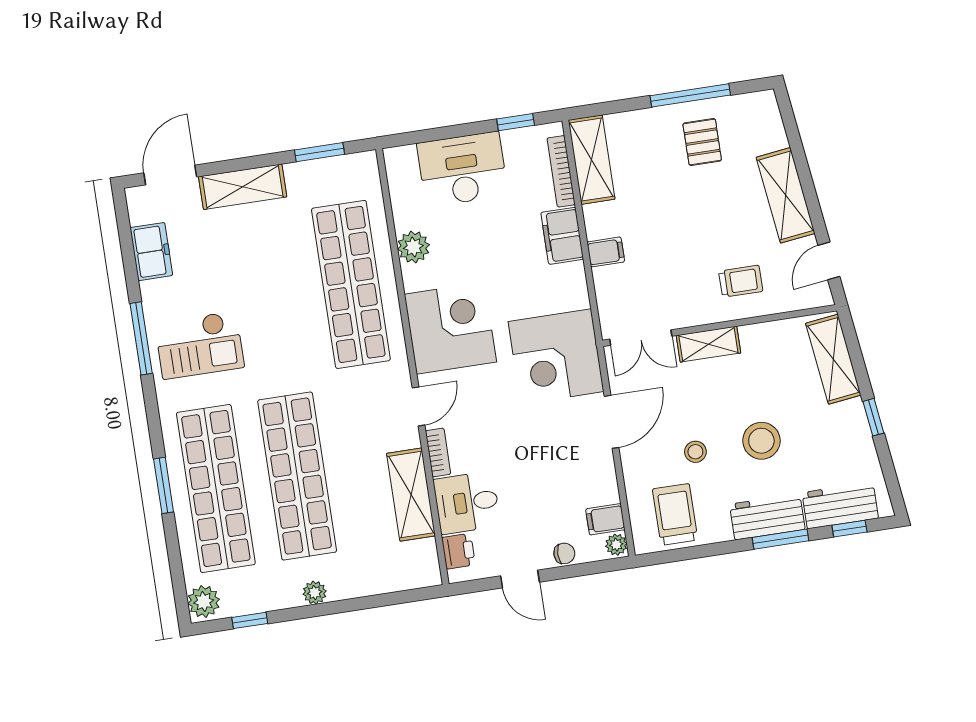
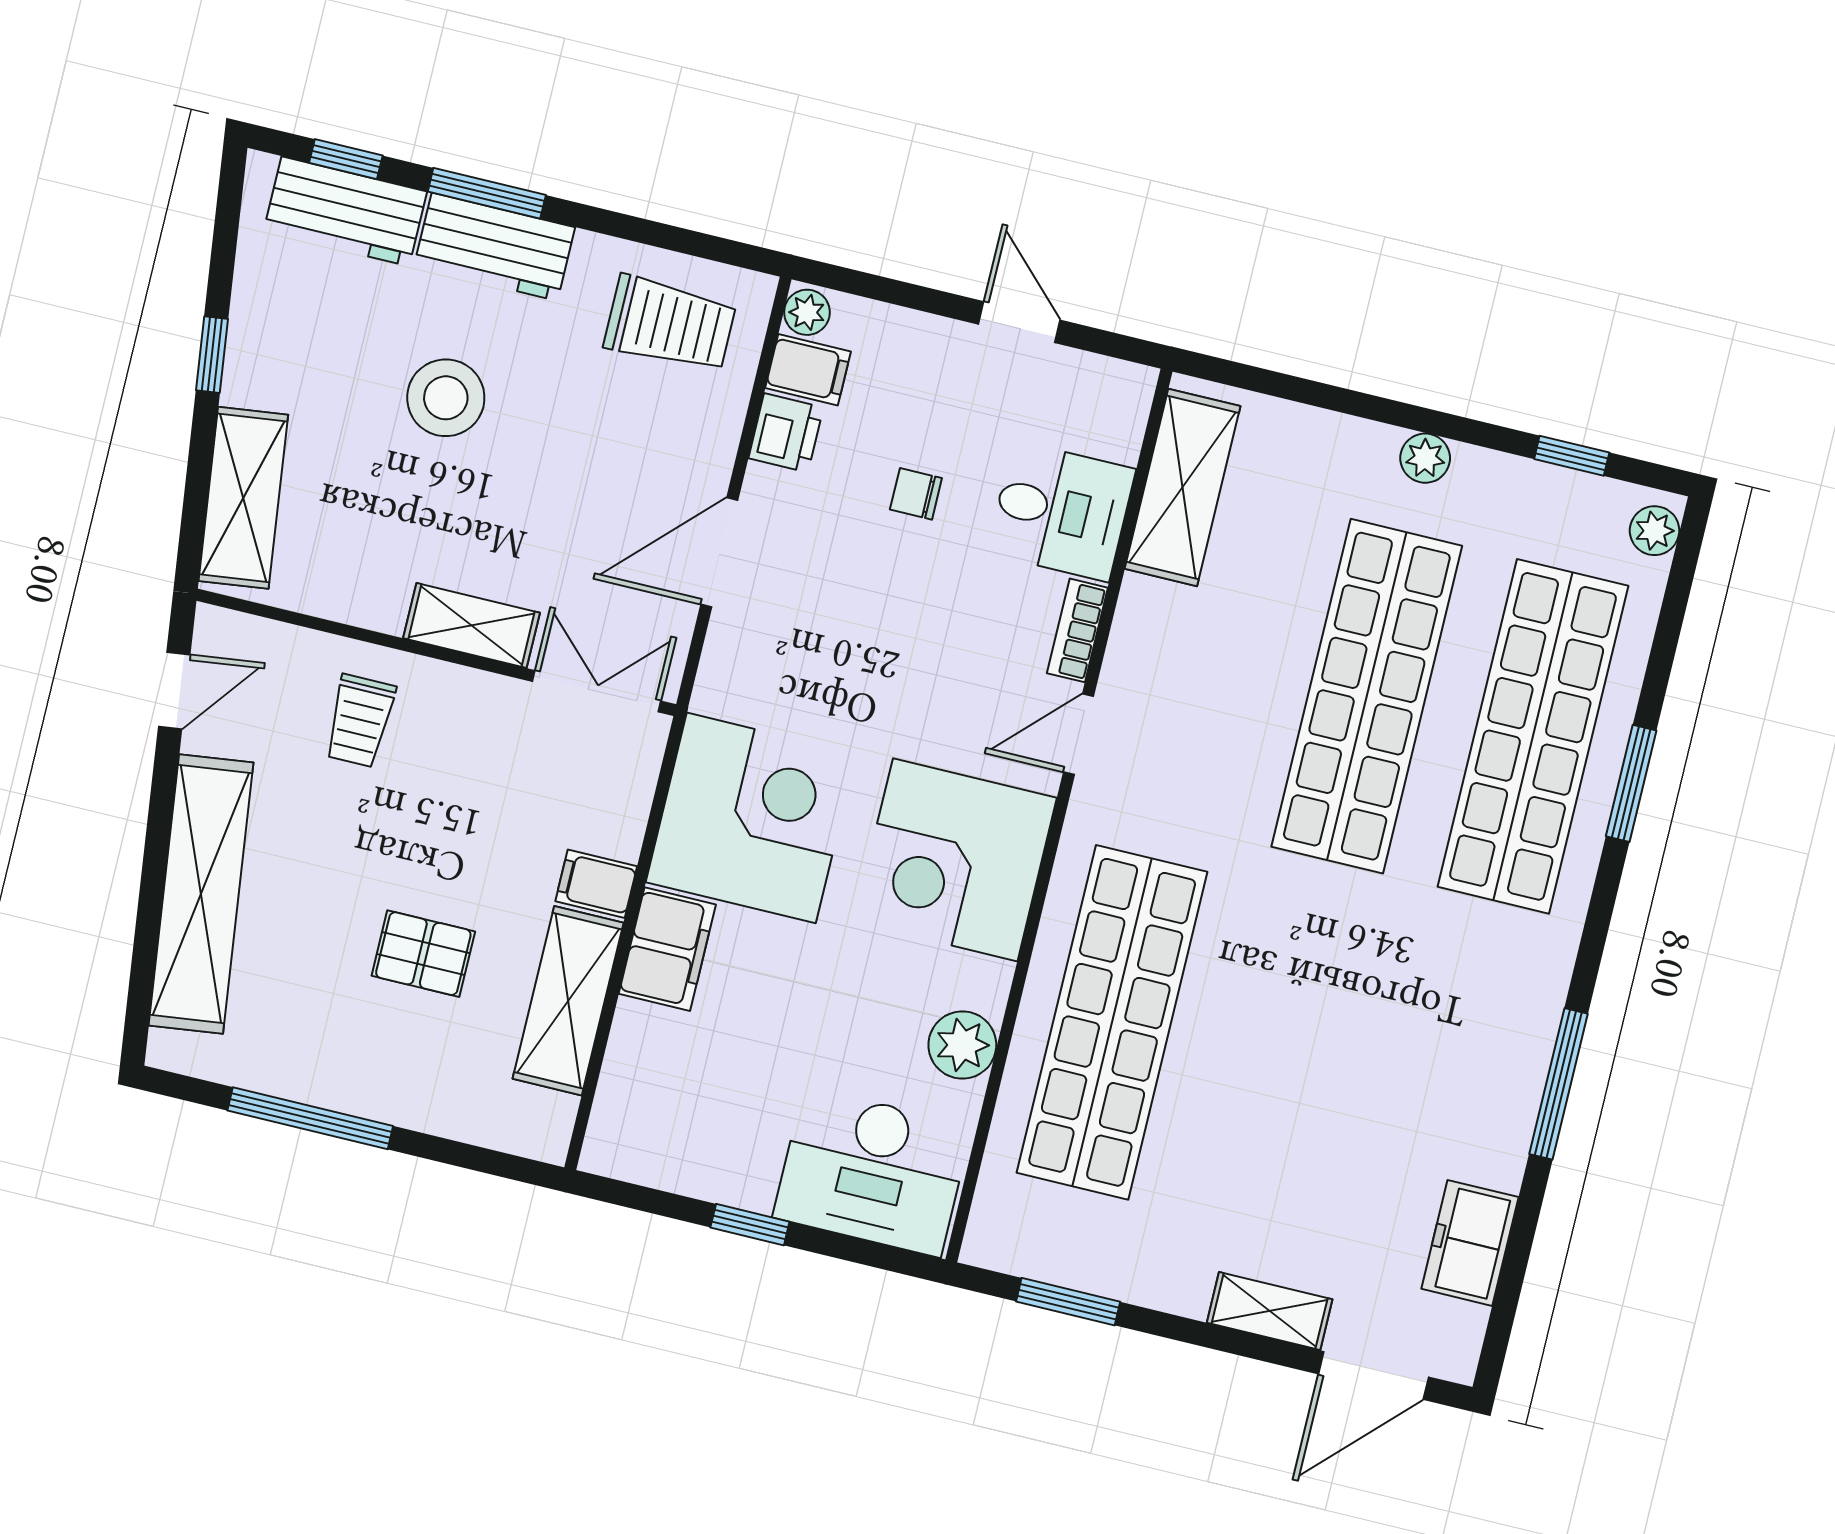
window: (516, 122) -> (750, 1225), moved
pallet: (702, 142) -> (423, 954), moved, turned 90
shelving: (592, 160) -> (568, 1001), moved
desk: (462, 169) -> (872, 1172), moved
bookcase: (561, 171) -> (619, 1074), removed
shelving: (243, 187) -> (1270, 1311), width x0.67, depth x0.75
shelving: (786, 195) -> (201, 894), width x1.47
trolley: (741, 281) -> (360, 721), turned -90
checkout: (199, 345) -> (1451, 1025), removed
corner desk: (556, 356) -> (751, 818), moved
stool: (695, 452) -> (581, 429), removed
shelving: (411, 495) -> (1183, 487), moved
trolley: (675, 514) -> (670, 324), turned -90
printer: (458, 551) -> (786, 433), moved, turned 180
chair: (564, 553) -> (916, 494), moved
plant: (204, 602) -> (1655, 531), width x0.73, depth x0.73

